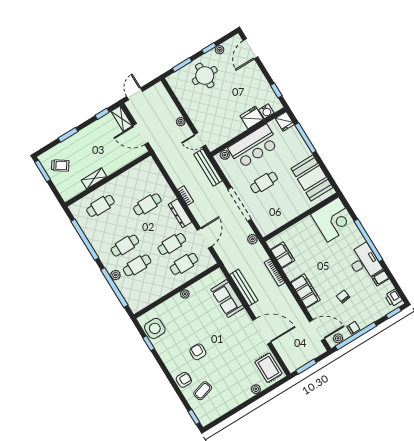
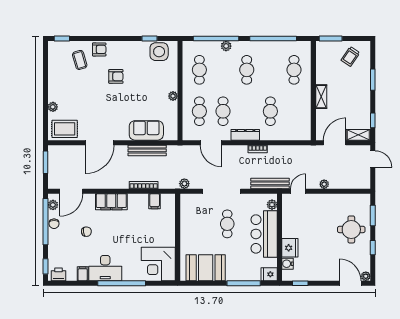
plant: (220, 50) -> (366, 276), moved
window: (43, 171) -> (331, 38), moved
shelving: (94, 178) -> (321, 97), moved
filing cabinet: (283, 255) -> (155, 201), width x0.50
cafe table: (137, 265) -> (199, 70), moved
armchair: (184, 380) -> (99, 49), turned -90

